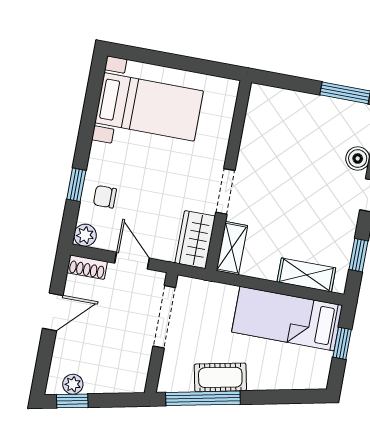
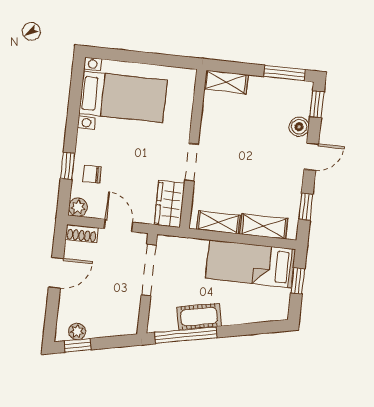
shelving: (274, 98) -> (226, 82), added
shelving: (232, 248) -> (218, 222), moved, turned 90

